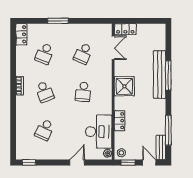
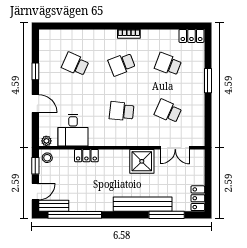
locker: (125, 29) -> (198, 198), moved
window: (168, 75) -> (167, 215), moved
shower: (124, 86) -> (142, 161), moved
window: (168, 130) -> (75, 215), width x1.46
desk: (99, 132) -> (73, 130), width x0.73
window: (29, 163) -> (35, 71), moved

